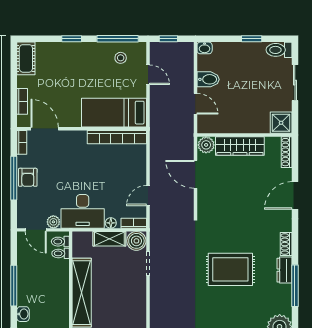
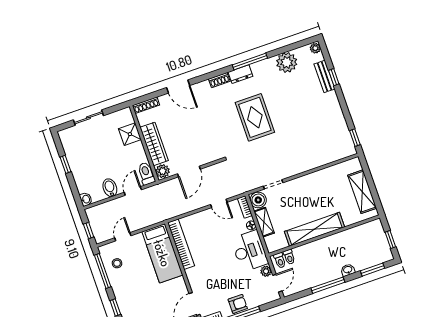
toilet: (279, 50) -> (146, 174), moved, turned 180
shower: (281, 123) -> (130, 134), moved

